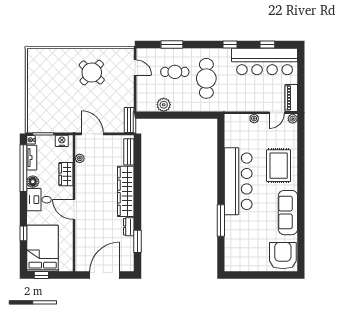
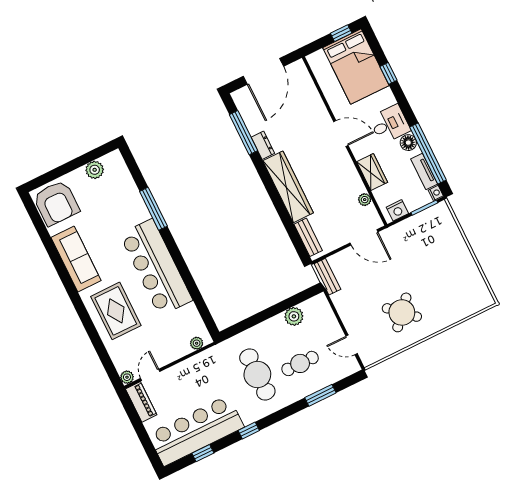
plant: (254, 119) -> (197, 343), moved
window: (137, 241) -> (243, 133), width x1.44
plant: (247, 265) -> (95, 170), added

